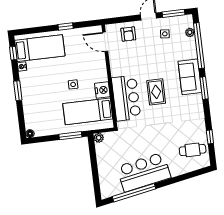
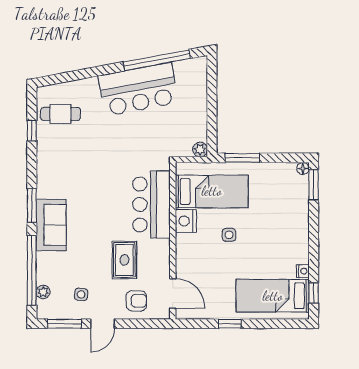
armchair: (128, 34) -> (136, 301), turned 90
window: (18, 91) -> (314, 185), moved
rug: (156, 92) -> (124, 260), moved

